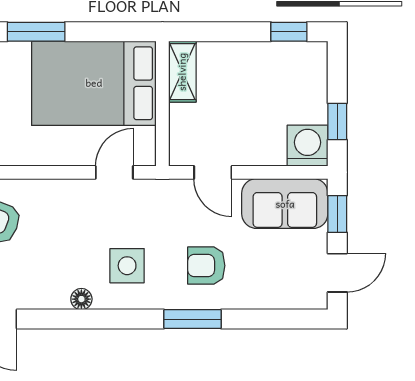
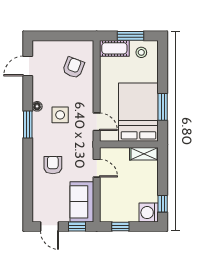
window: (36, 32) -> (163, 107), moved
washing machine: (307, 146) -> (149, 213), moved, turned 180
door: (213, 172) -> (97, 168), swing flipped
side table: (127, 266) -> (60, 115), moved
window: (193, 319) -> (28, 124), moved

